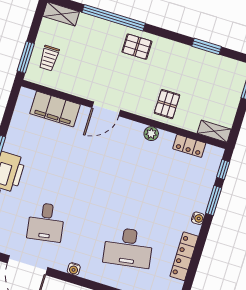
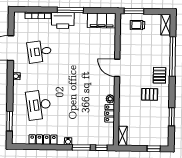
pallet: (167, 104) -> (150, 94), moved
filing cabinet: (55, 109) -> (102, 21), moved, turned -90
locker: (189, 146) -> (110, 113), moved

